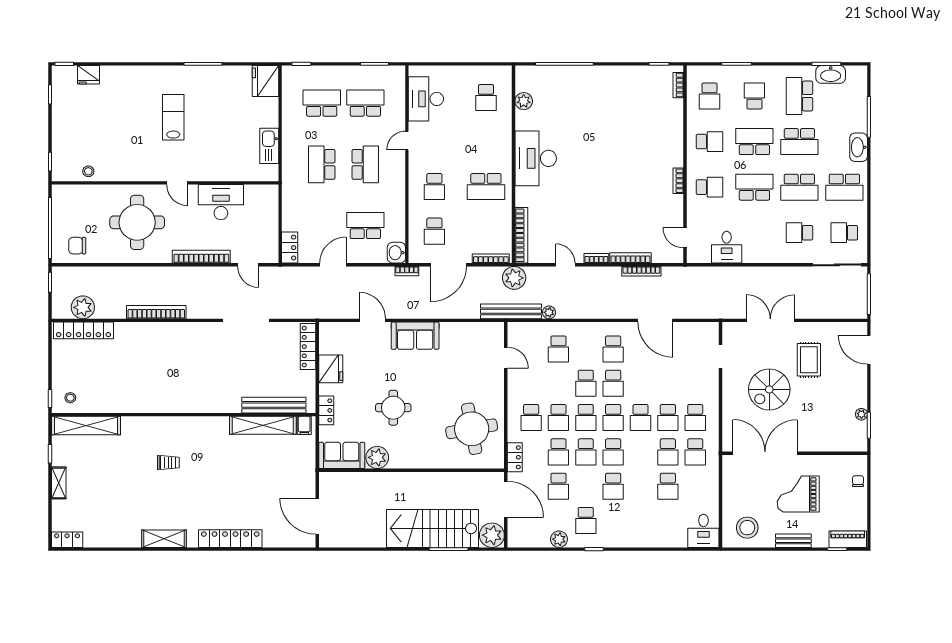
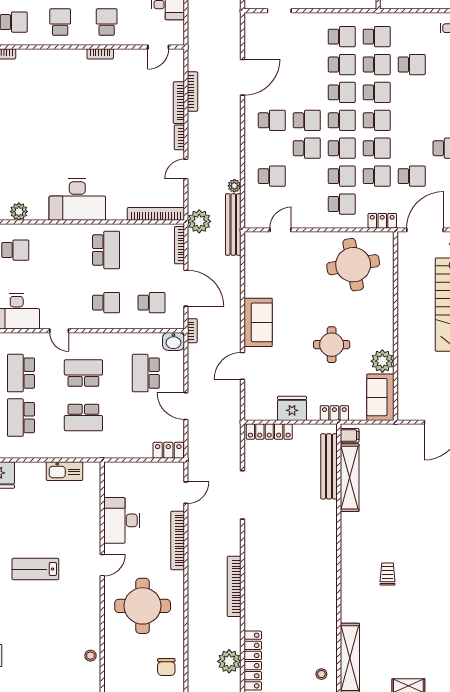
school desk: (613, 486) -> (377, 92), moved

